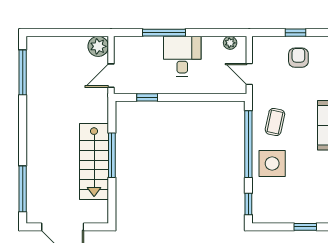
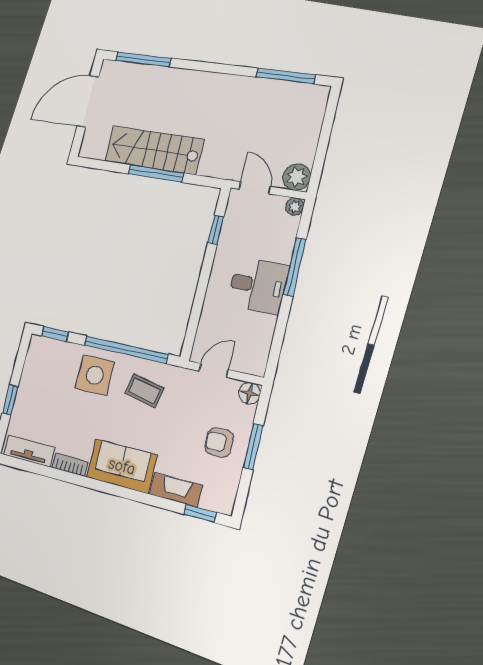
window: (295, 33) -> (253, 446), width x1.50
plant: (230, 43) -> (295, 207), moved
floor lamp: (260, 44) -> (249, 393), added
armchair: (298, 58) -> (219, 442), turned 180

